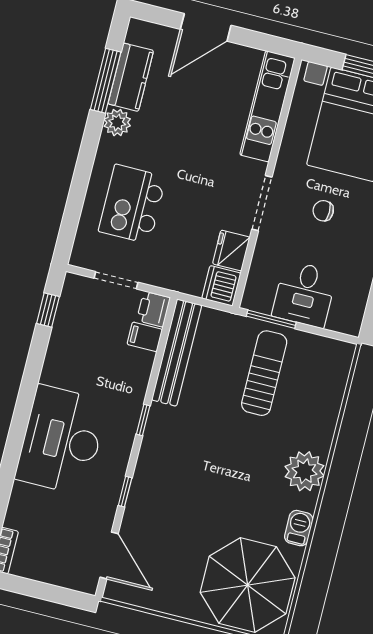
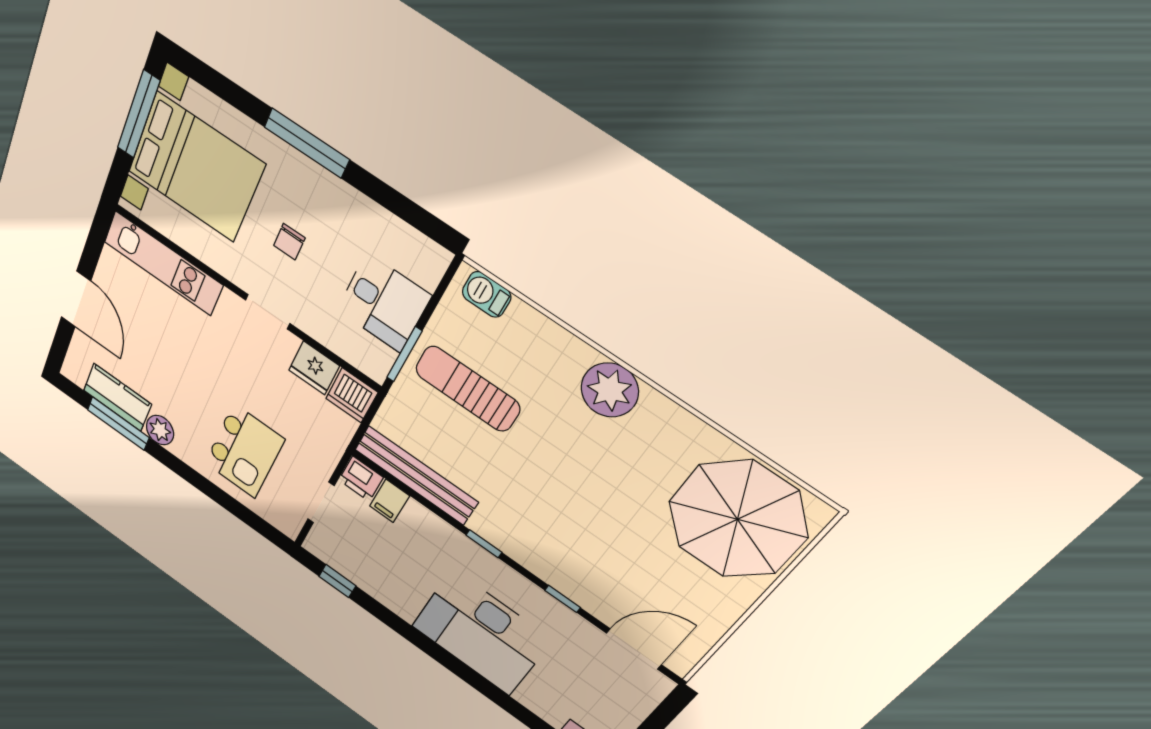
doorway: (262, 203) -> (268, 312), width x0.73
kitchen island: (132, 204) -> (244, 451), turned -90
barbecue: (299, 528) -> (487, 294), moved

